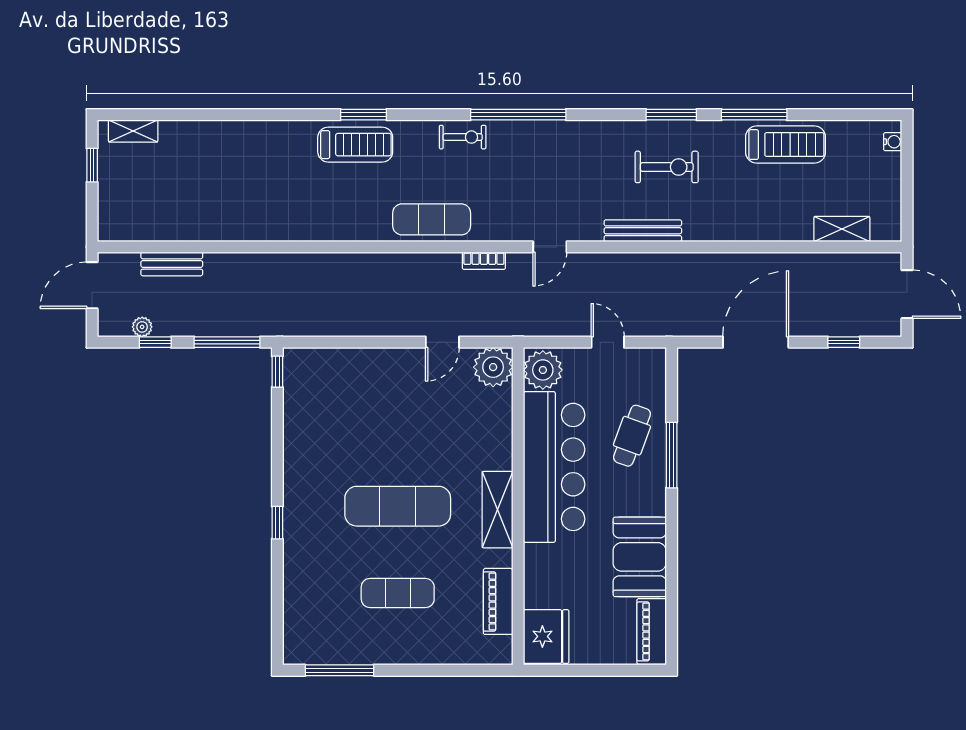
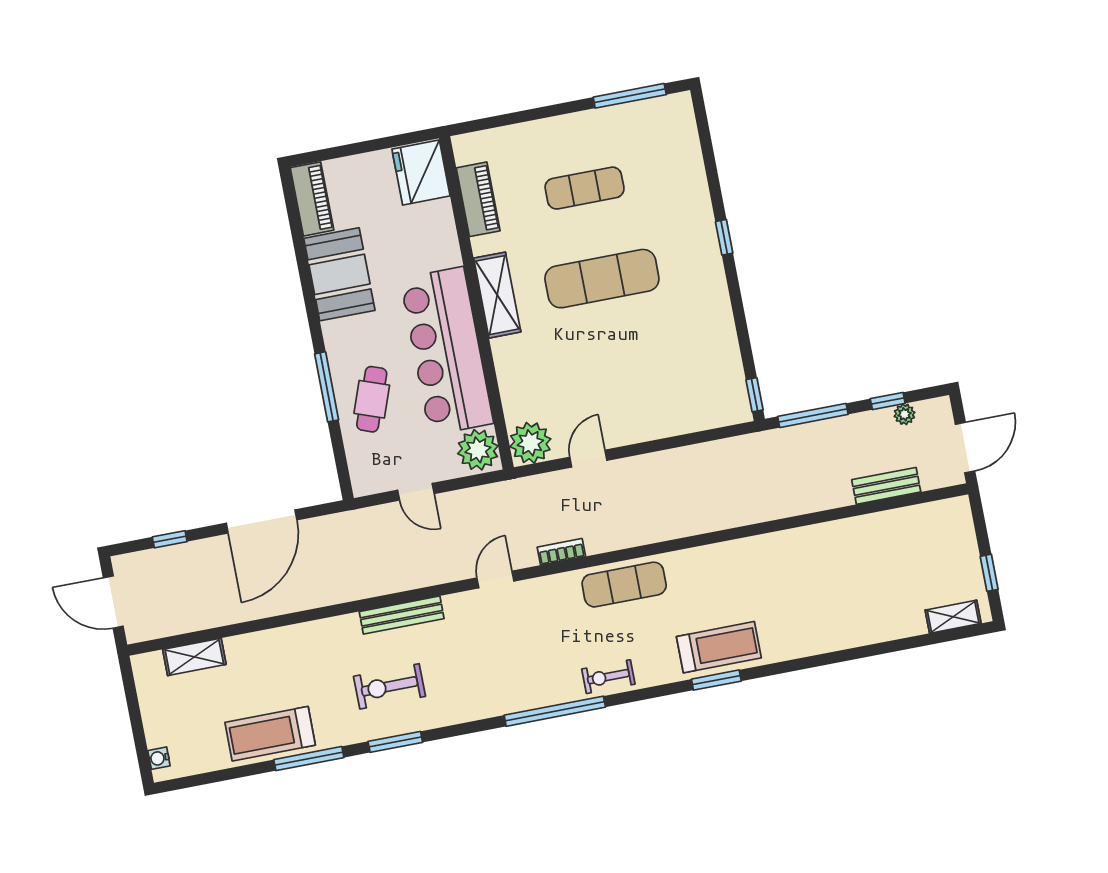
treadmill: (355, 145) -> (719, 647), turned 180

